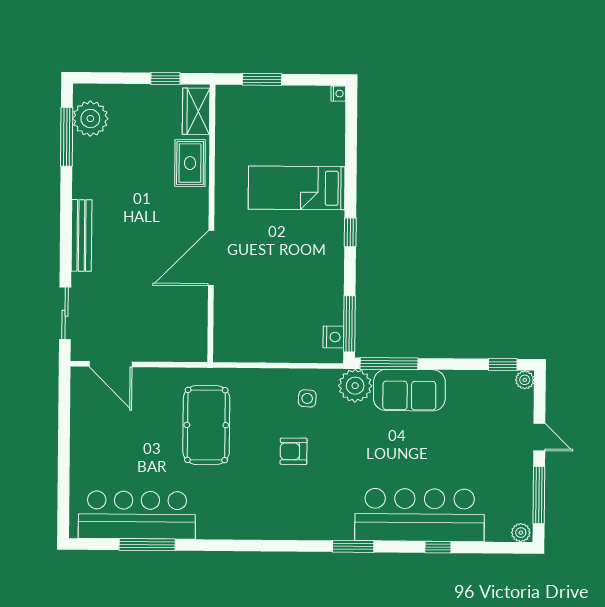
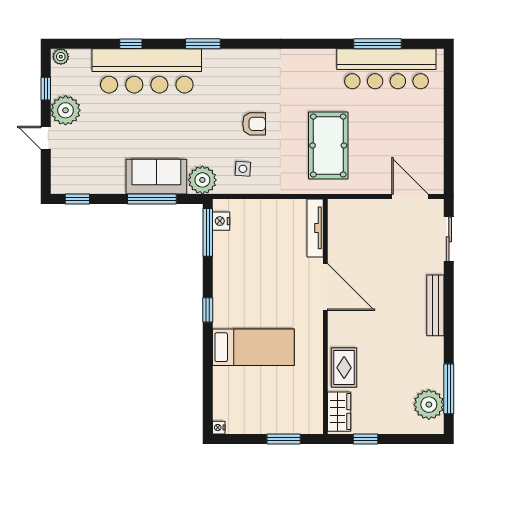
door: (211, 258) -> (325, 287), hinge flipped
tv unit: (223, 328) -> (315, 228), added
window: (389, 364) -> (152, 199), moved
plant: (525, 380) -> (66, 110), moved, width x1.87, depth x1.87
window: (539, 495) -> (46, 89), width x0.46

